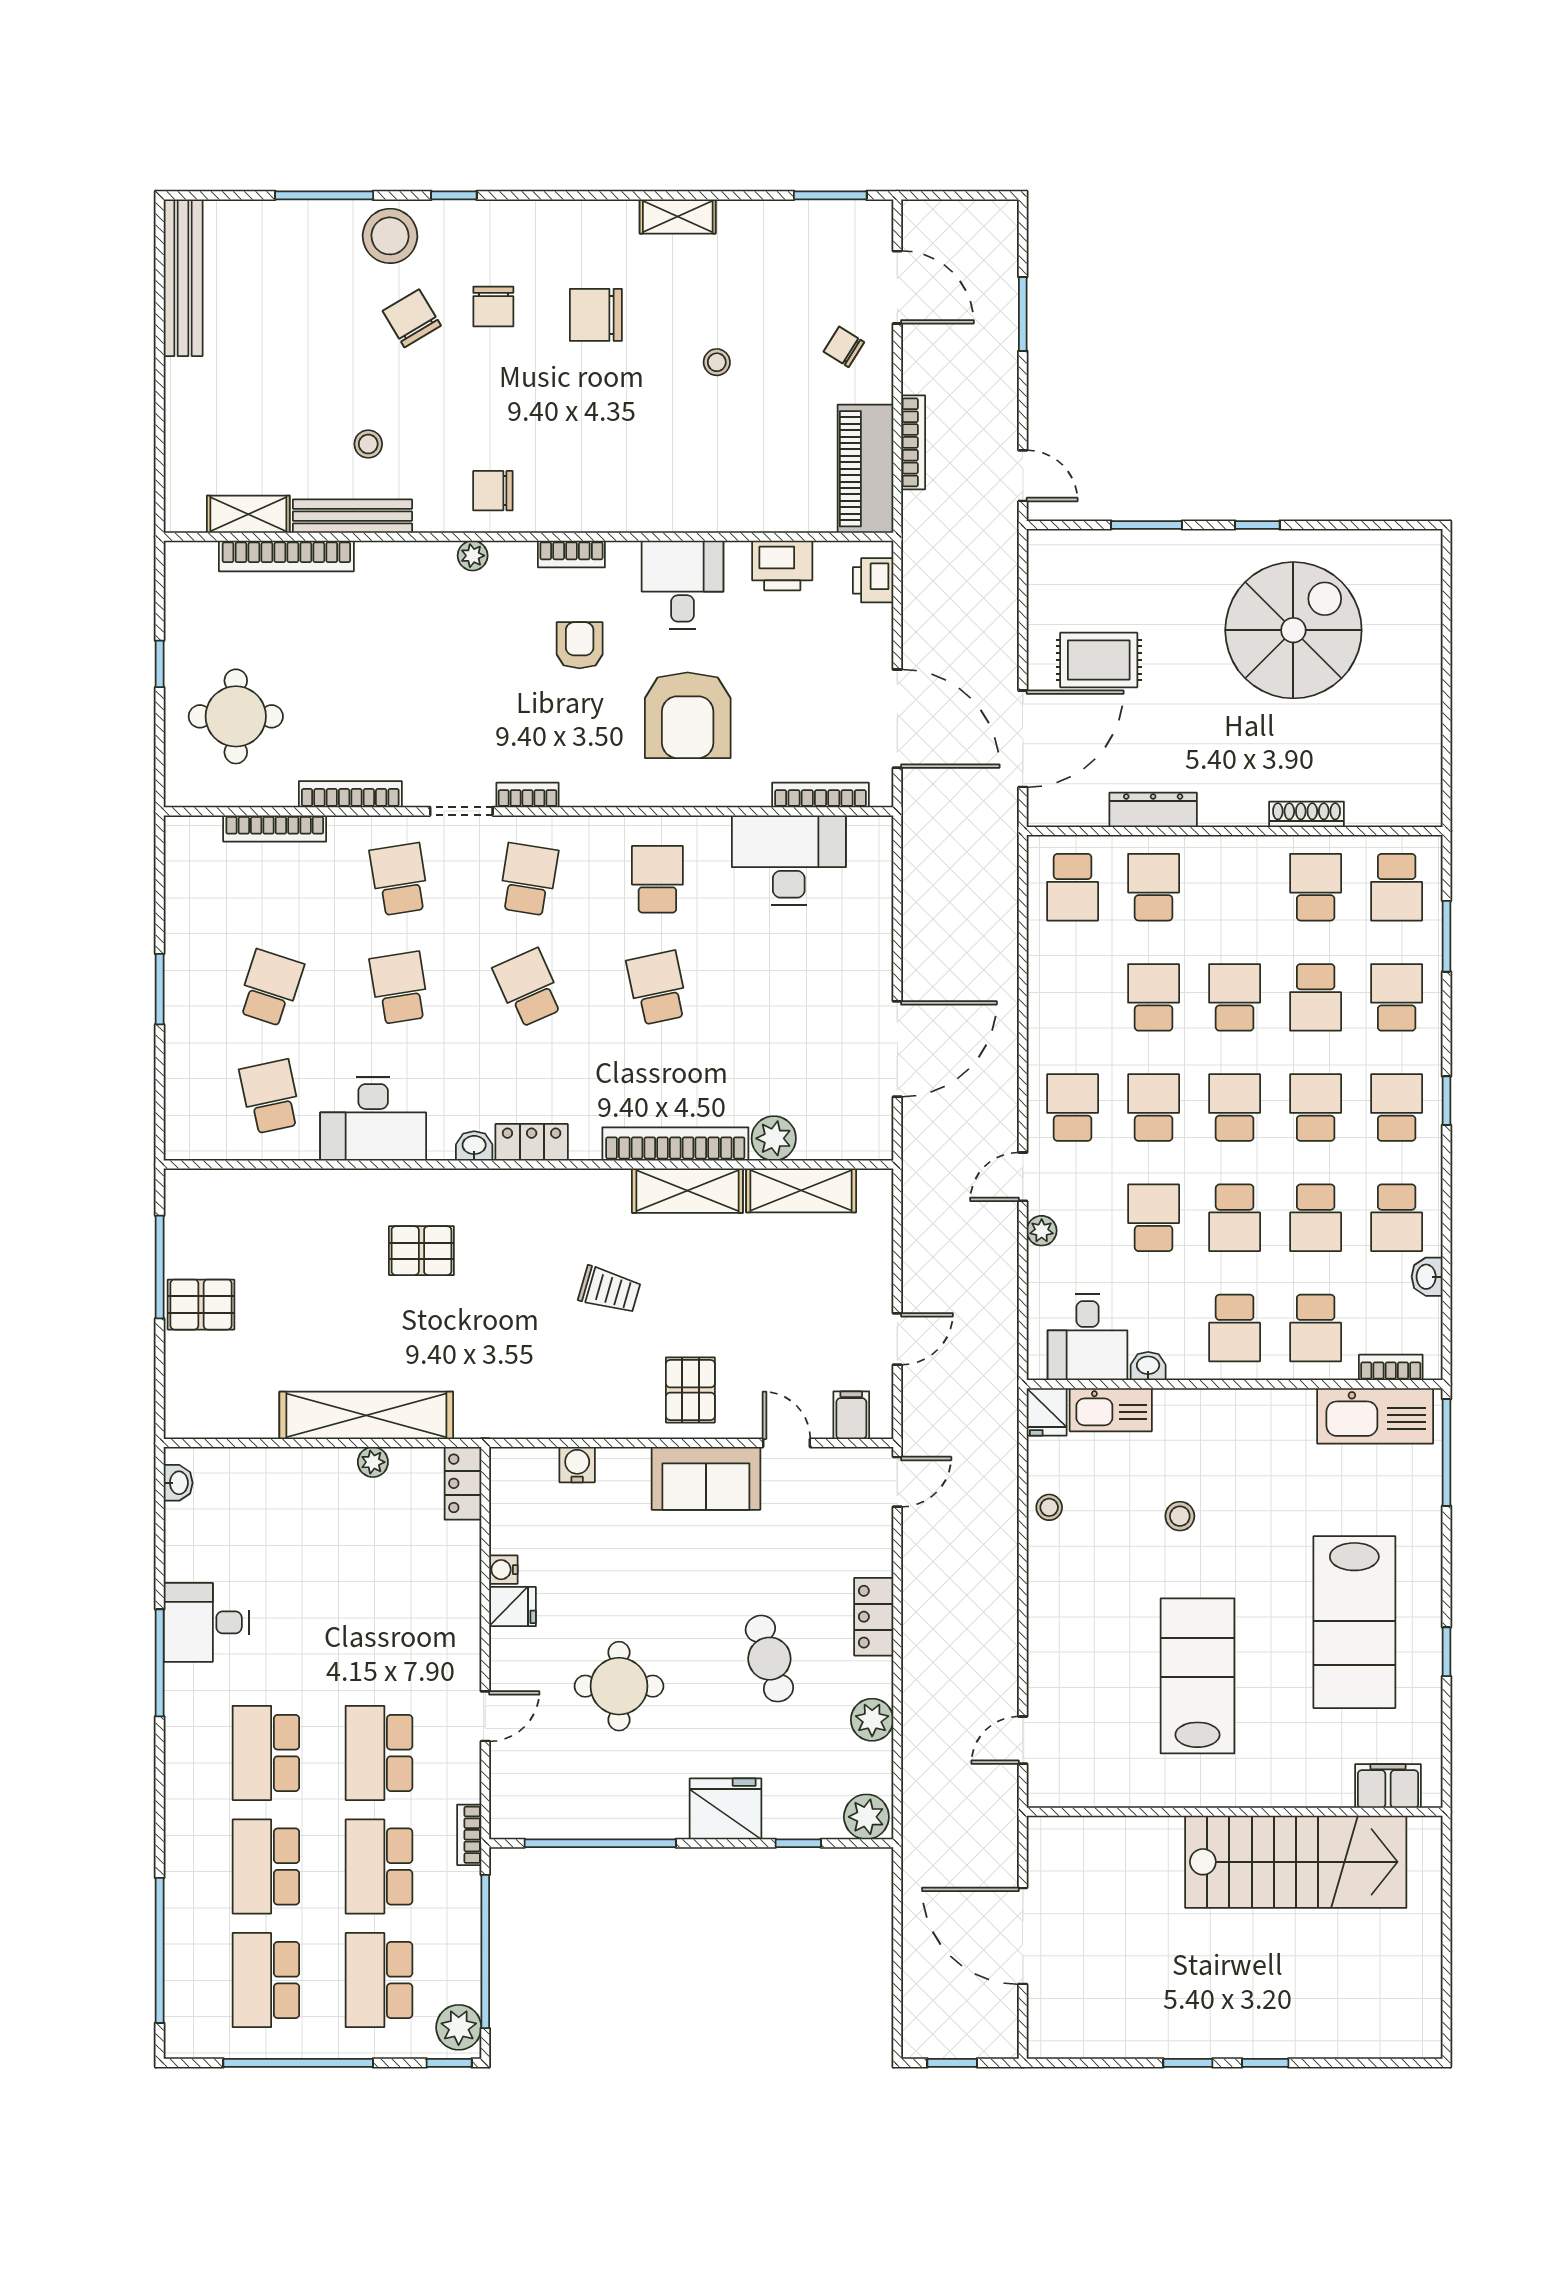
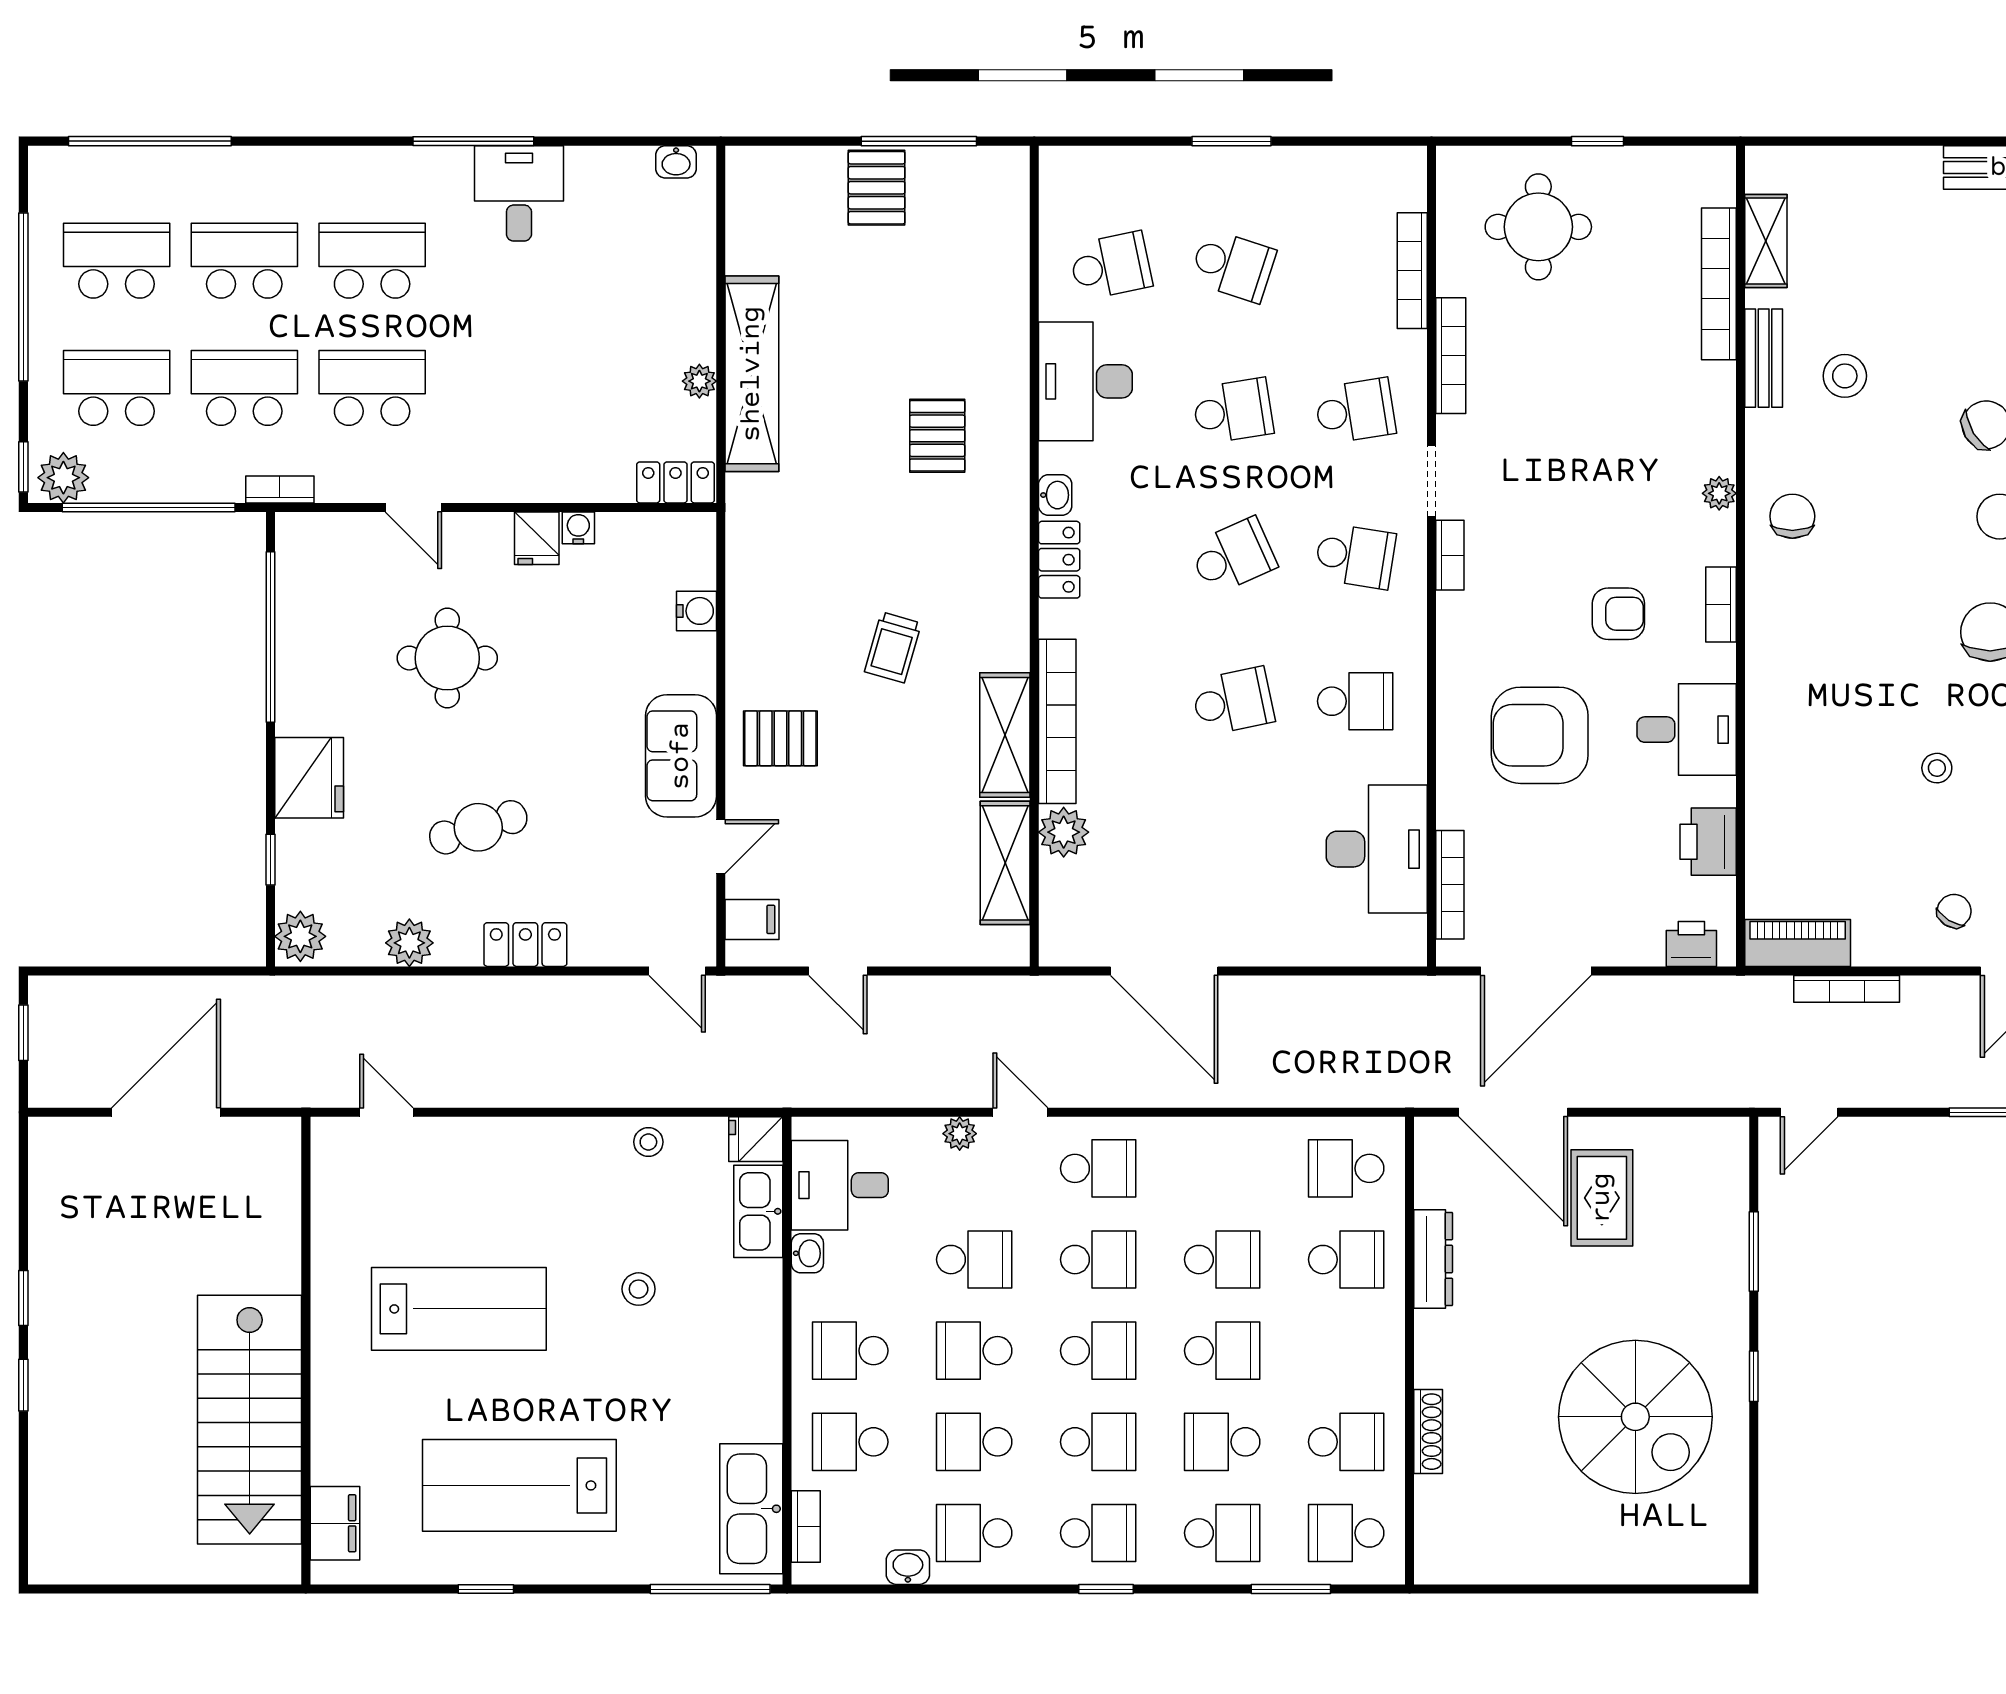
stool: (368, 444) -> (1845, 376), width x1.37, depth x1.37
piano: (865, 469) -> (1798, 943), width x0.73, depth x0.75
bench: (352, 516) -> (1764, 358), width x0.73

